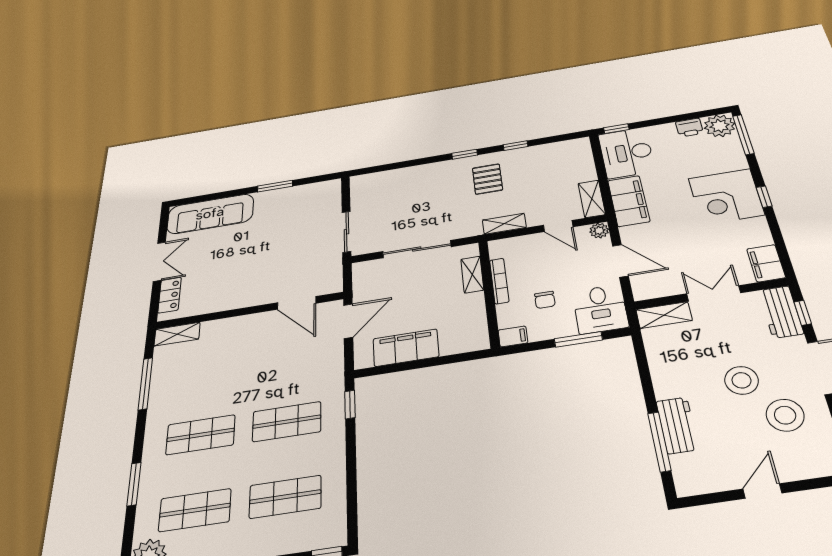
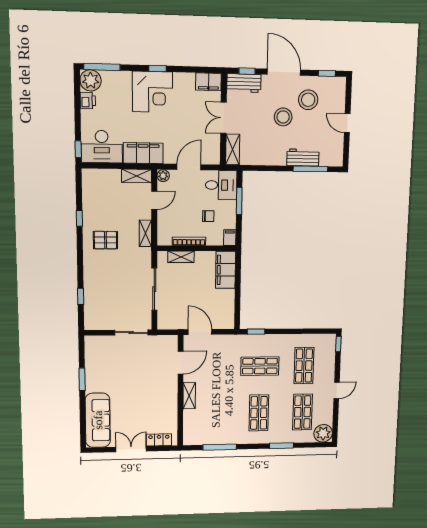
window: (465, 154) -> (81, 296), moved
shelving: (177, 334) -> (189, 396), moved
filing cabinet: (406, 348) -> (226, 270), moved
shop shelf: (287, 422) -> (260, 366), turned 90

